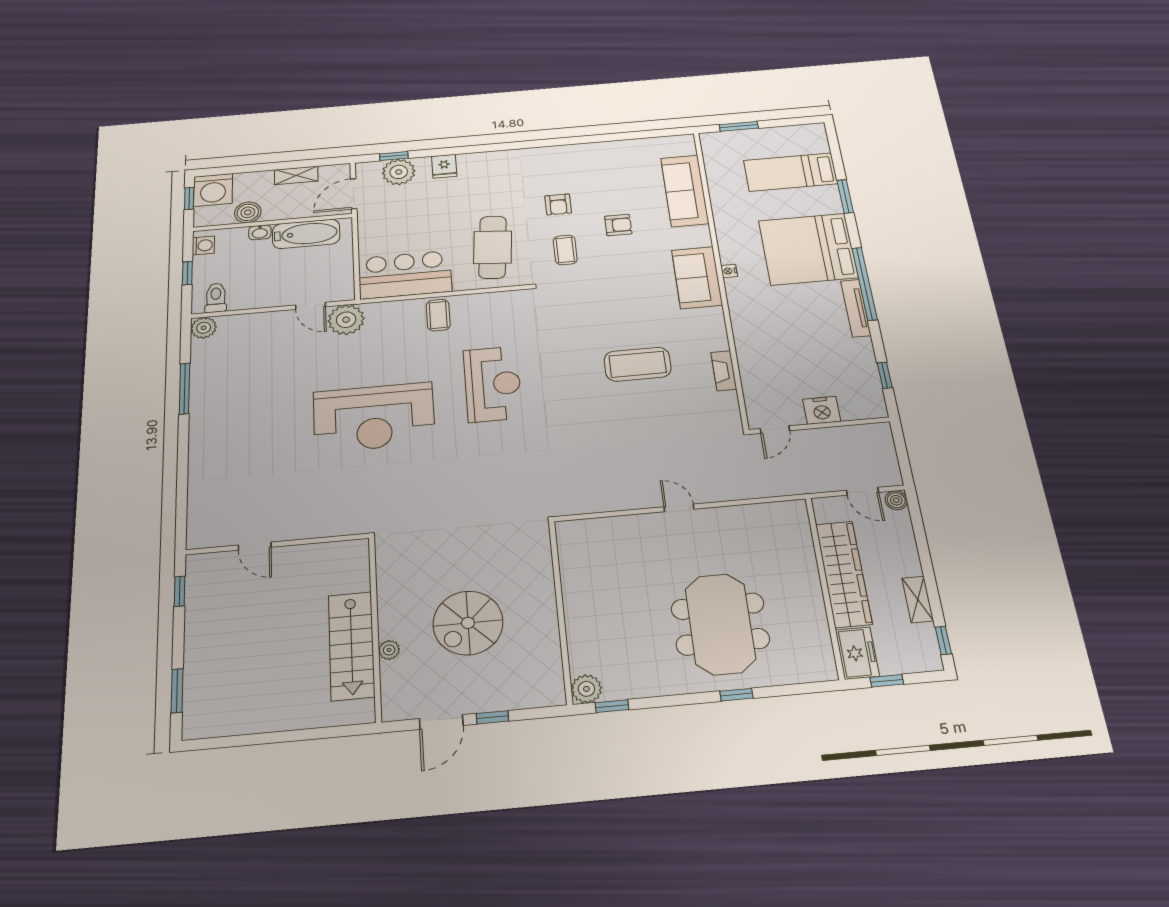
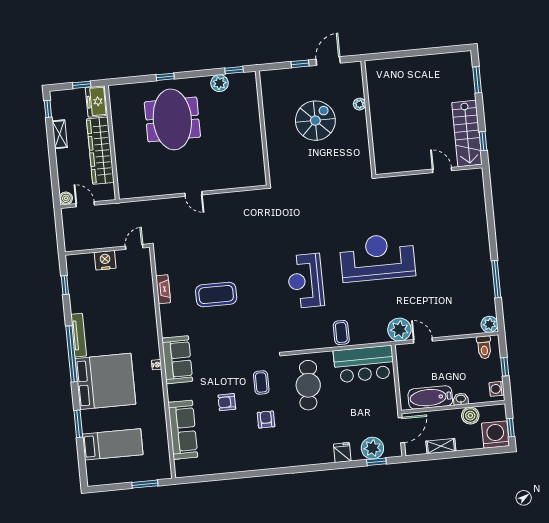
stairs: (351, 646) -> (467, 134), moved, turned 180
plant: (586, 689) -> (220, 83), moved

